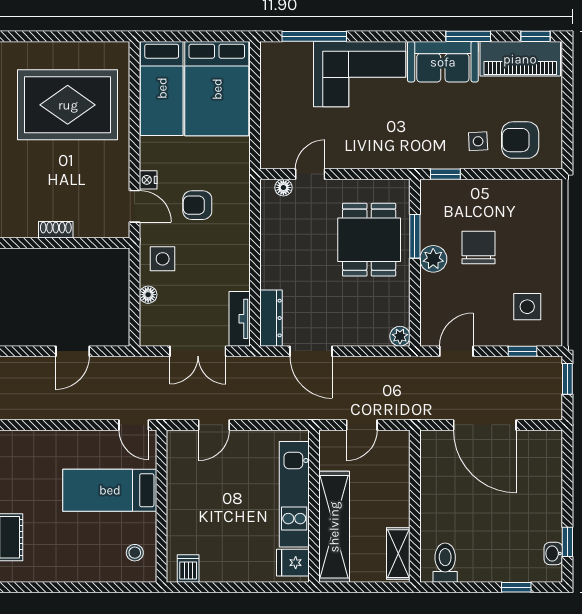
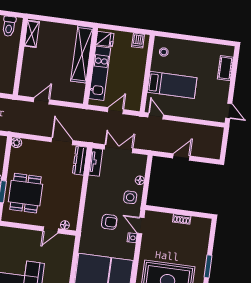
kitchen unit: (294, 494) -> (100, 73), moved
wall: (314, 506) -> (91, 66), moved
shelving: (334, 527) -> (82, 54), moved
fridge: (293, 563) -> (105, 39), moved

